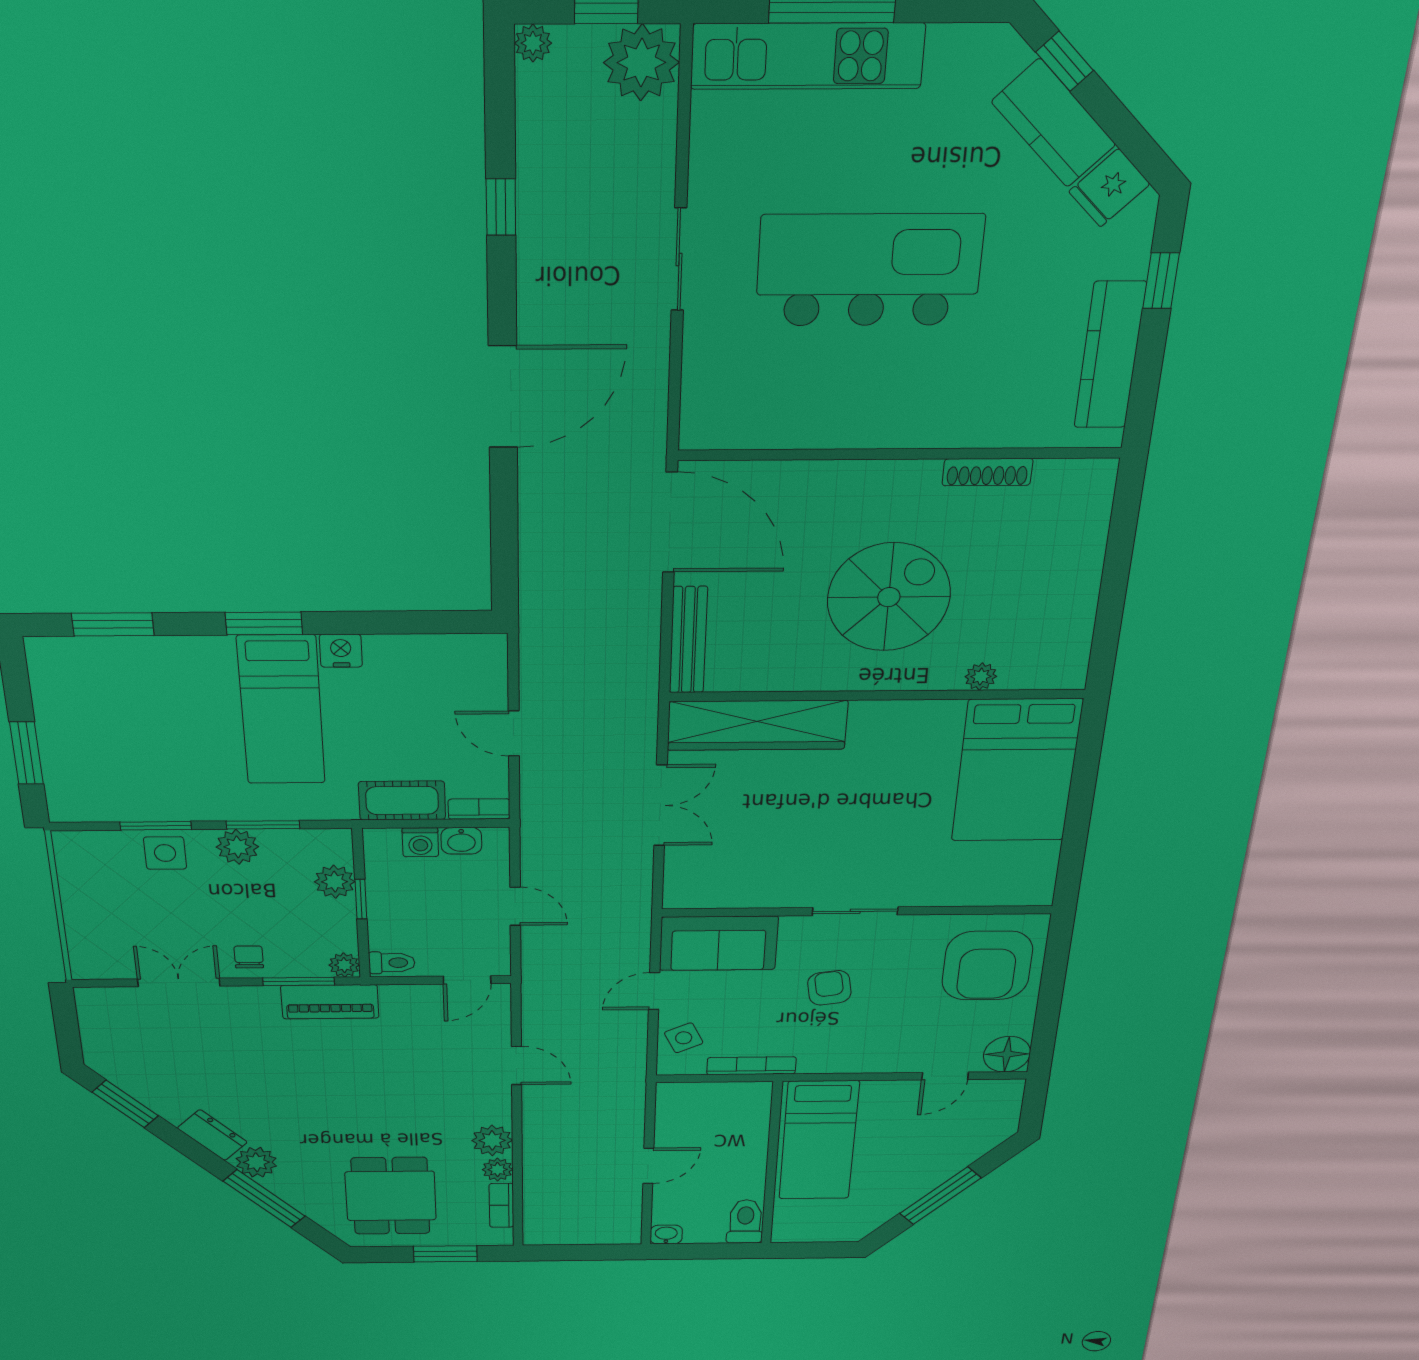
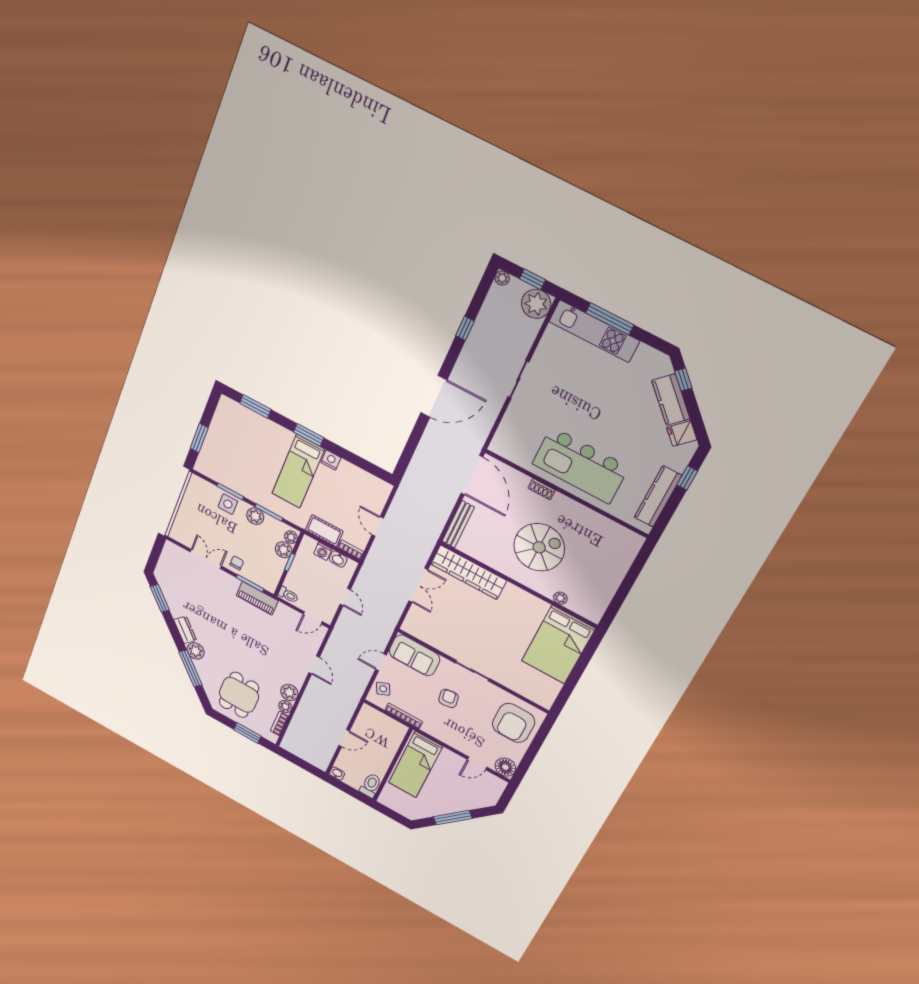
kitchen island: (869, 270) -> (580, 465), moved, turned 180
shoe rack: (987, 472) -> (542, 489), moved, width x0.70
plant: (344, 965) -> (291, 537), moved

